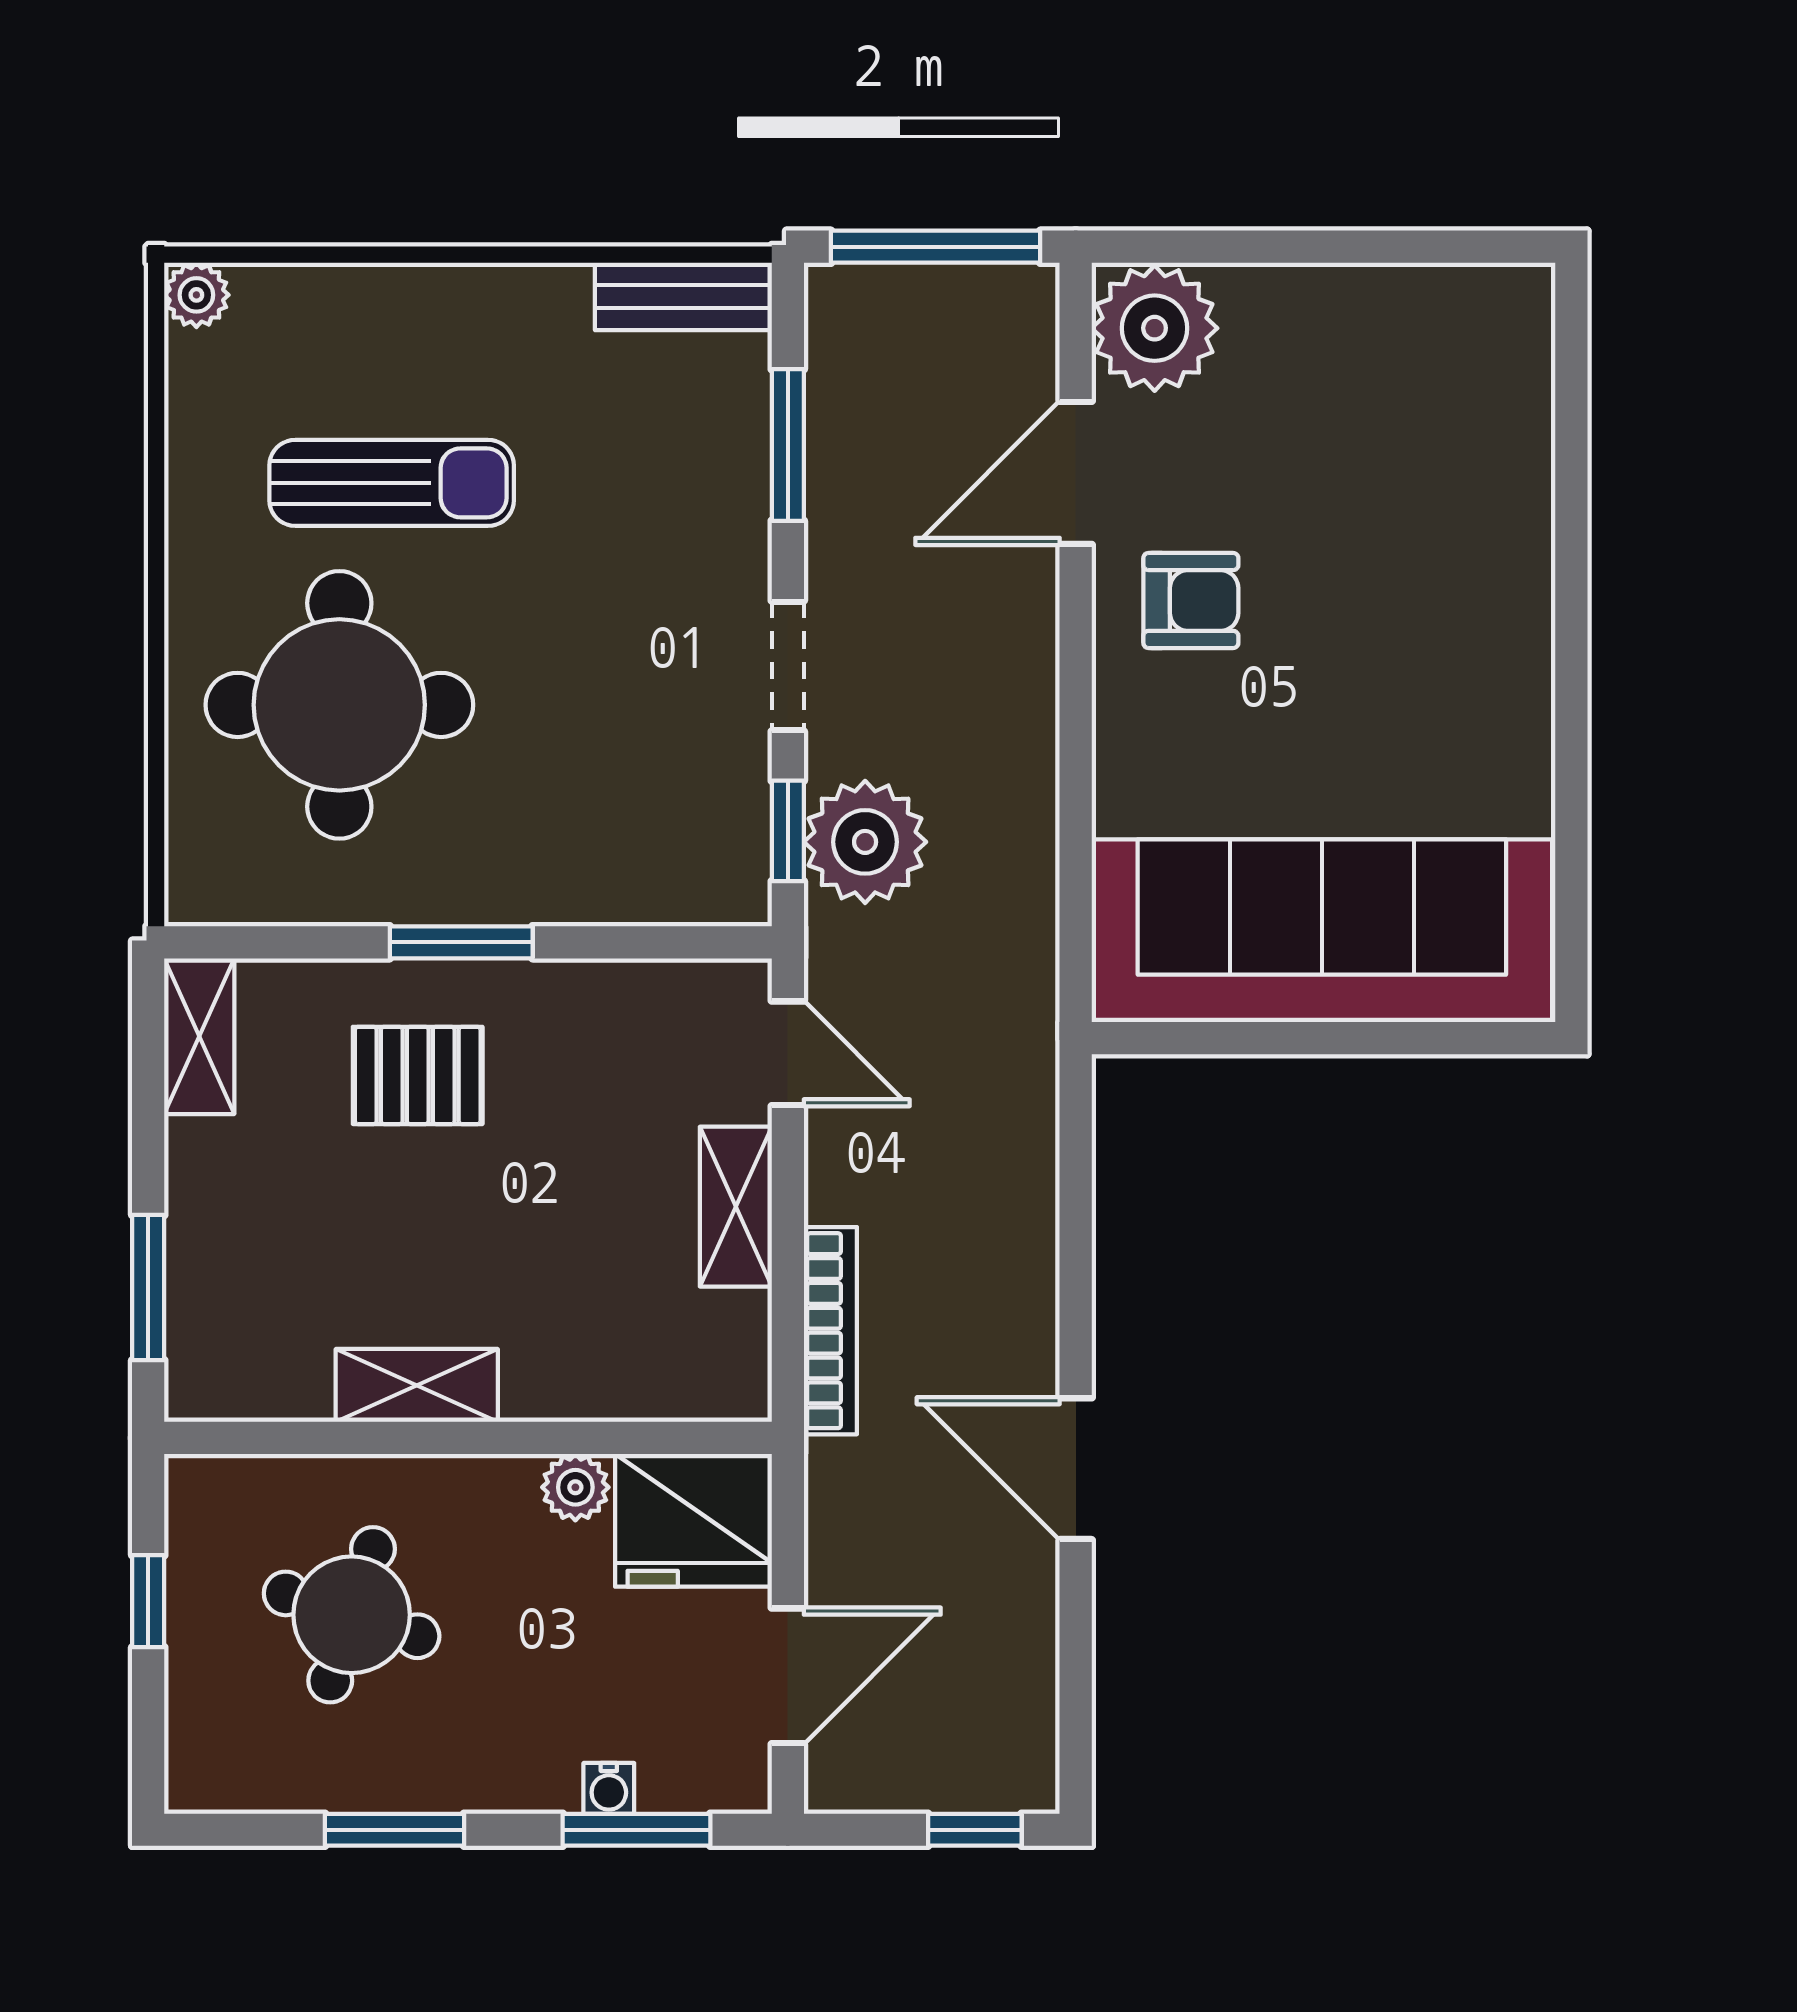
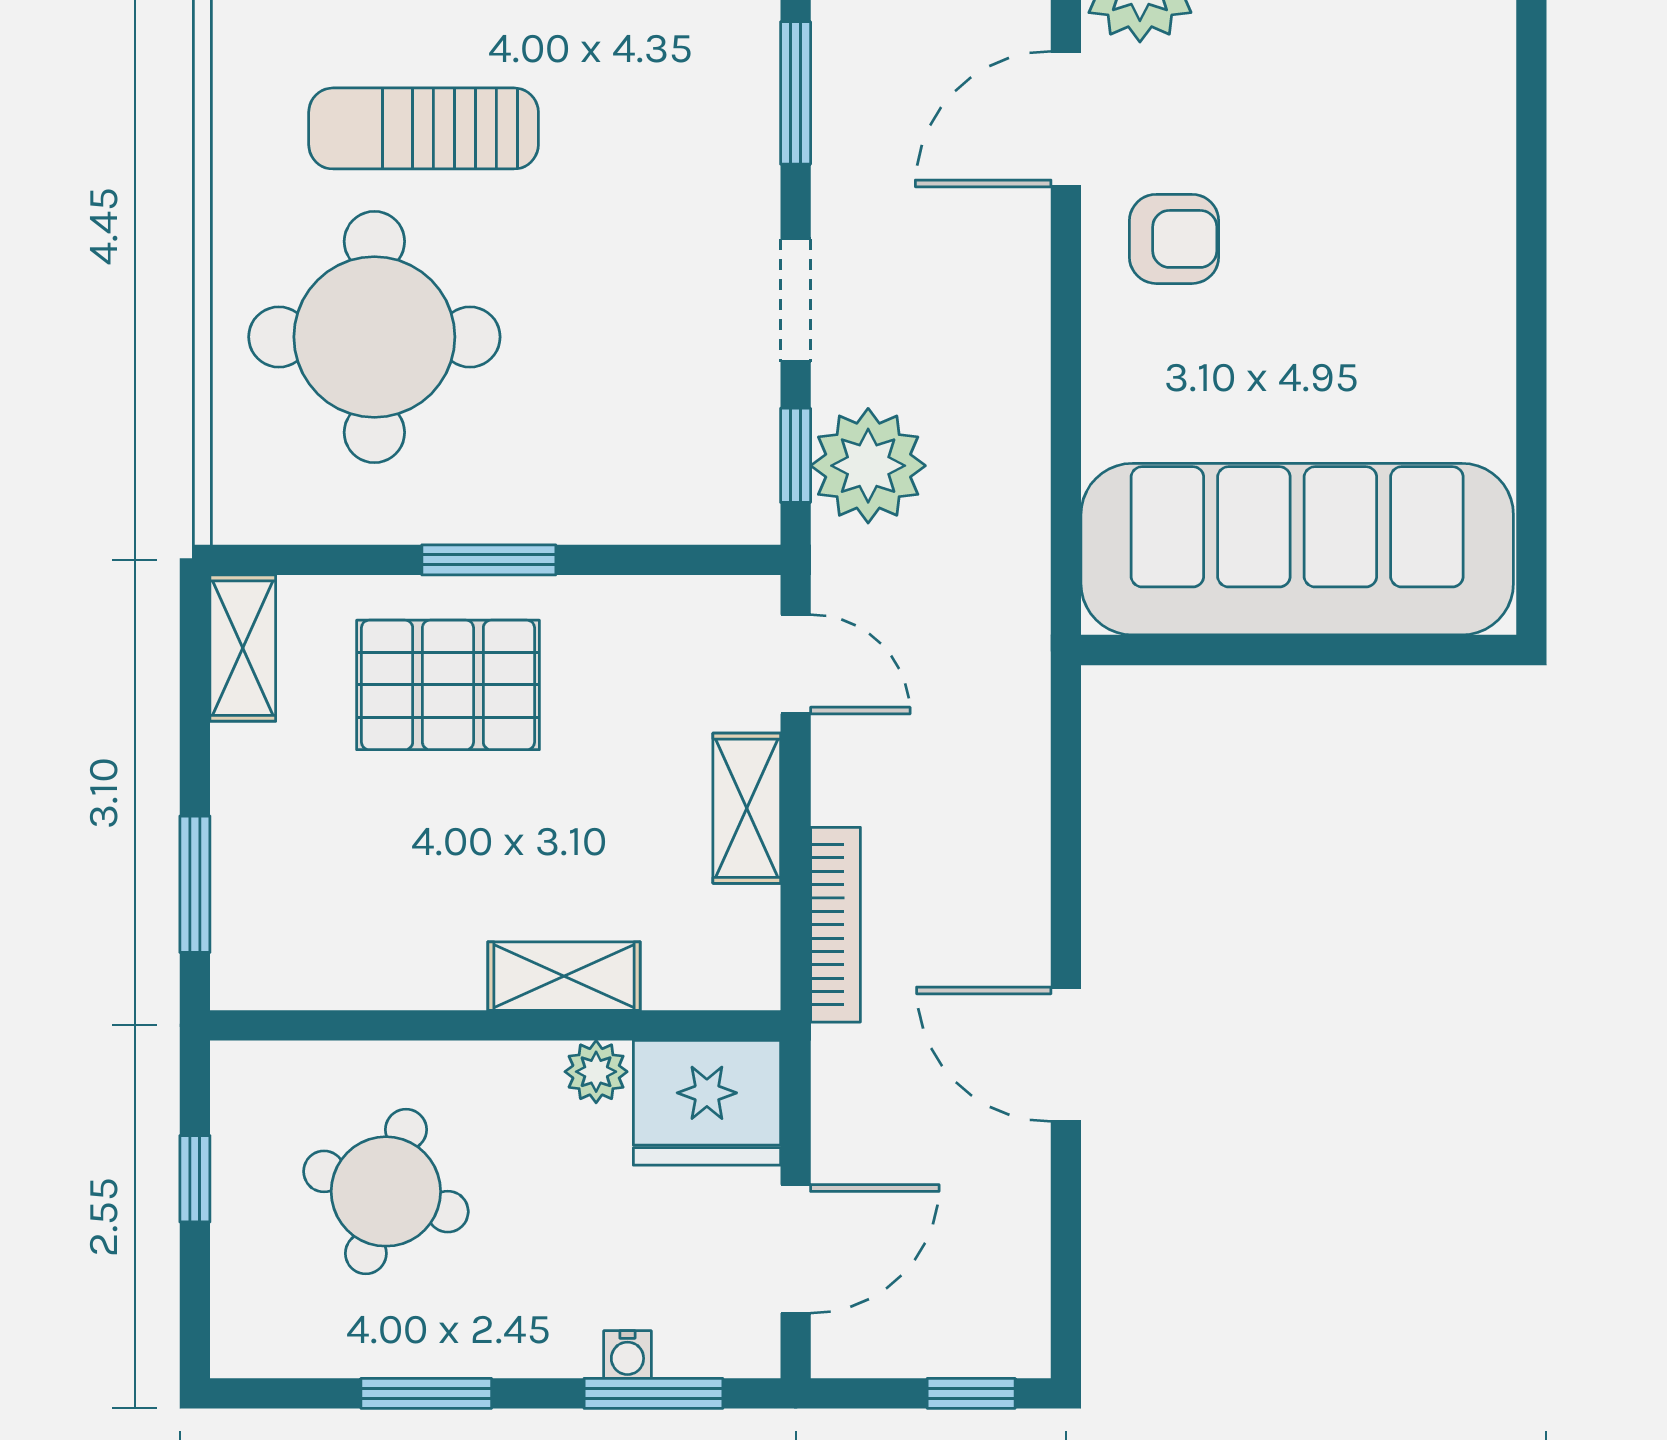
sun lounger: (392, 483) -> (424, 128), turned 180
pallet: (418, 1075) -> (448, 685), width x1.50, depth x1.42
shelving: (417, 1385) -> (564, 976), moved

